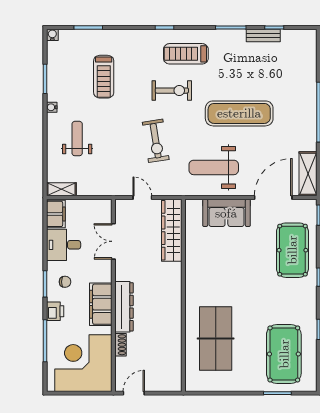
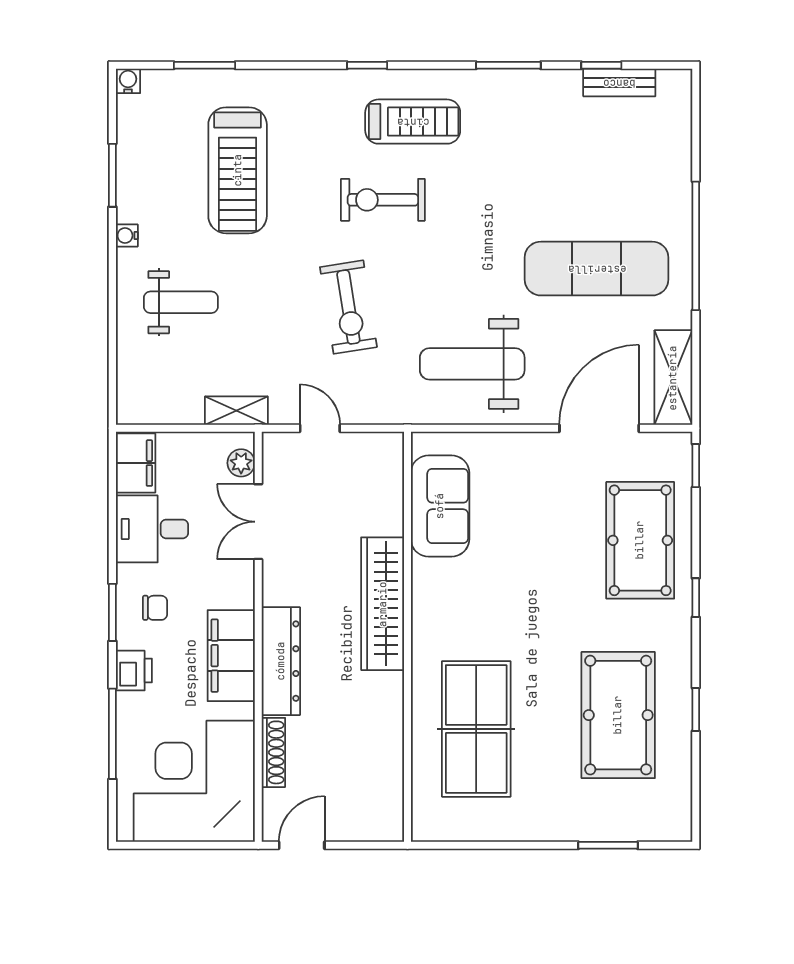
bench: (263, 36) -> (619, 83), moved
treadmill: (186, 54) -> (413, 122), turned 180
treadmill: (104, 77) -> (238, 170), width x1.37, depth x1.38
exercise bike: (172, 91) -> (383, 200), turned 180
exercise mat: (239, 113) -> (597, 269), moved
weight bench: (77, 139) -> (181, 302), turned 90
shelving: (61, 189) -> (236, 411), moved
sofa: (226, 213) -> (440, 506), moved, turned -90
plant: (105, 214) -> (241, 463), added
wardrobe: (172, 230) -> (383, 604), moved
shoe rack: (121, 345) -> (273, 752), width x1.43
pool table: (284, 354) -> (618, 715), moved

